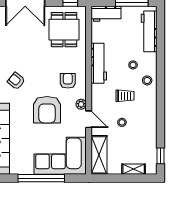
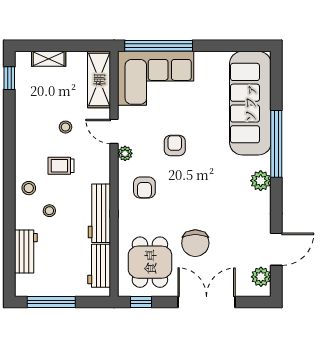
workbench: (106, 14) -> (99, 266), moved, turned -90
workbench: (149, 31) -> (26, 251), width x0.73
chair: (33, 43) -> (195, 243), added
armchair: (16, 81) -> (220, 187), removed
armchair: (47, 110) -> (175, 145), width x0.53, depth x0.53
window: (41, 178) -> (159, 46), moved

